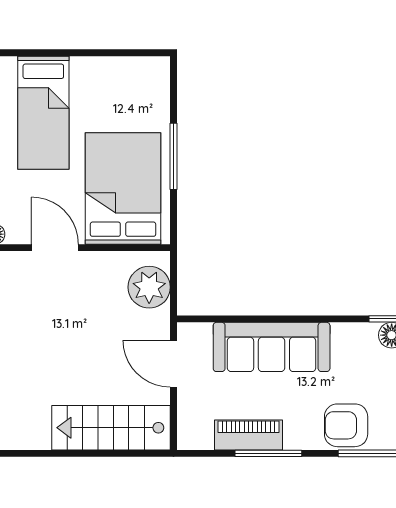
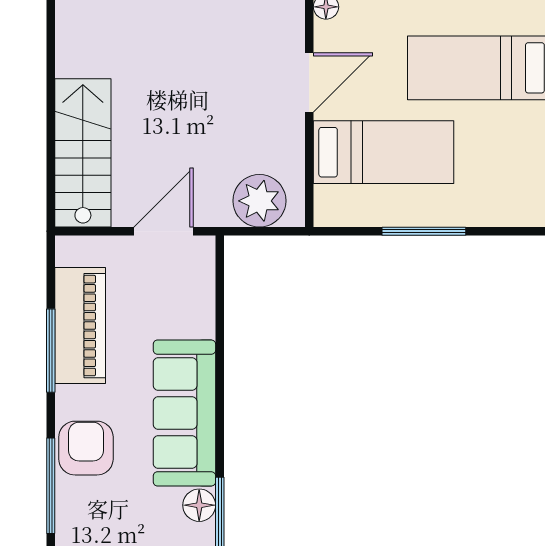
bed: (123, 188) -> (383, 152), width x0.67
sofa: (272, 347) -> (184, 413), moved
piano: (249, 435) -> (80, 326), width x1.37, depth x1.33

